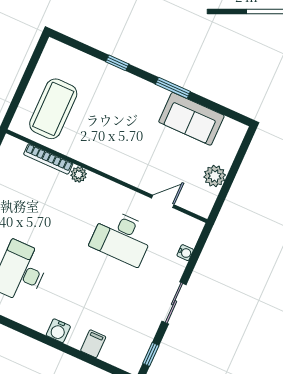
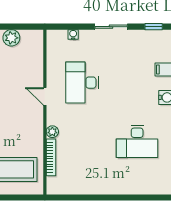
door: (163, 201) -> (45, 96), moved
desk: (122, 237) -> (82, 83), turned 180

